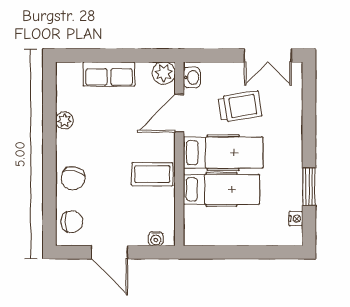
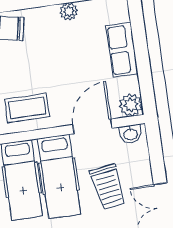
door: (179, 113) -> (93, 126), hinge flipped
coffee table: (152, 174) -> (27, 108), turned 90

